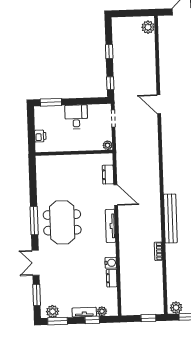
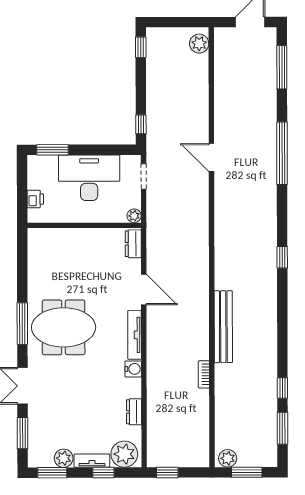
window: (109, 52) -> (141, 47), moved
desk: (76, 117) -> (89, 178), width x1.87, depth x1.30
dresser: (108, 175) -> (133, 244), moved
meeting table: (62, 222) -> (64, 327), turned 90
water cooler: (111, 263) -> (133, 369), moved
plant: (53, 311) -> (64, 458), moved
plant: (102, 311) -> (124, 454), width x1.87, depth x1.87
window: (148, 318) -> (167, 472), moved

